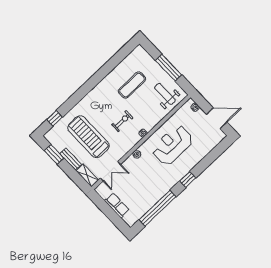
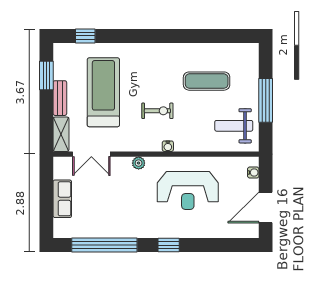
weight bench: (165, 94) -> (234, 126), turned -90
door: (217, 118) -> (266, 208), swing flipped
reception desk: (172, 145) -> (188, 190), turned 180

